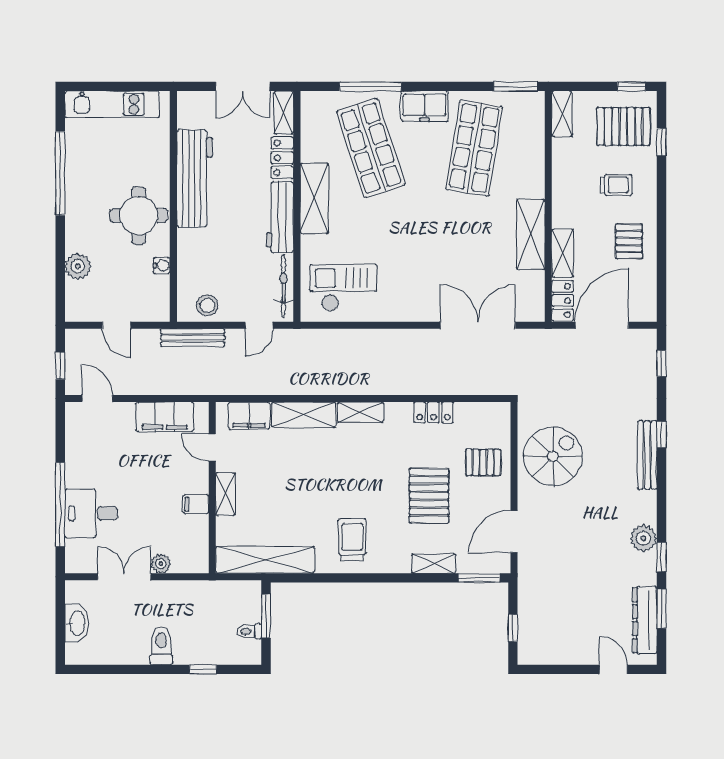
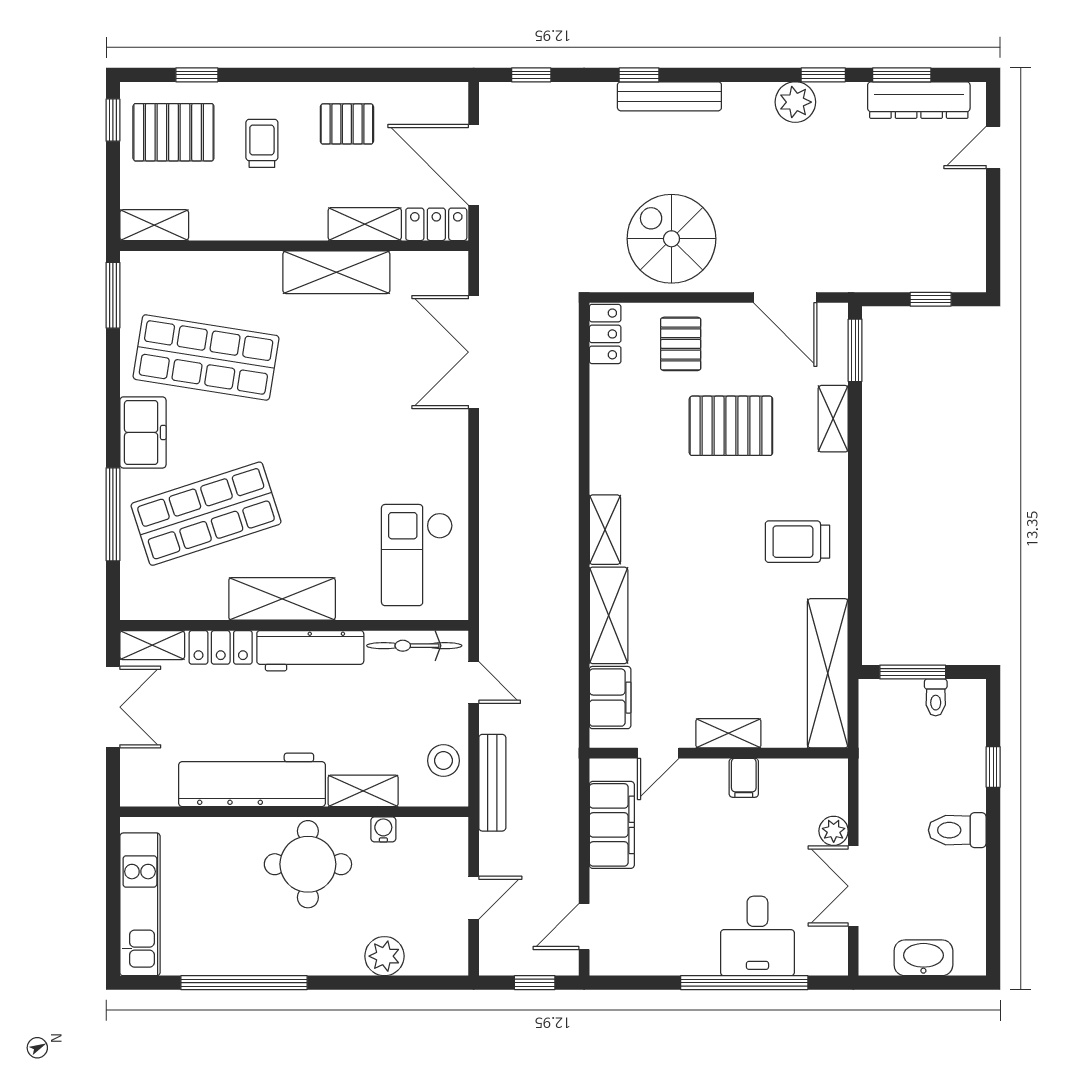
pallet: (623, 126) -> (173, 132), turned 90
shelving: (187, 252) -> (363, 791), added
locker: (433, 412) -> (605, 334), moved

